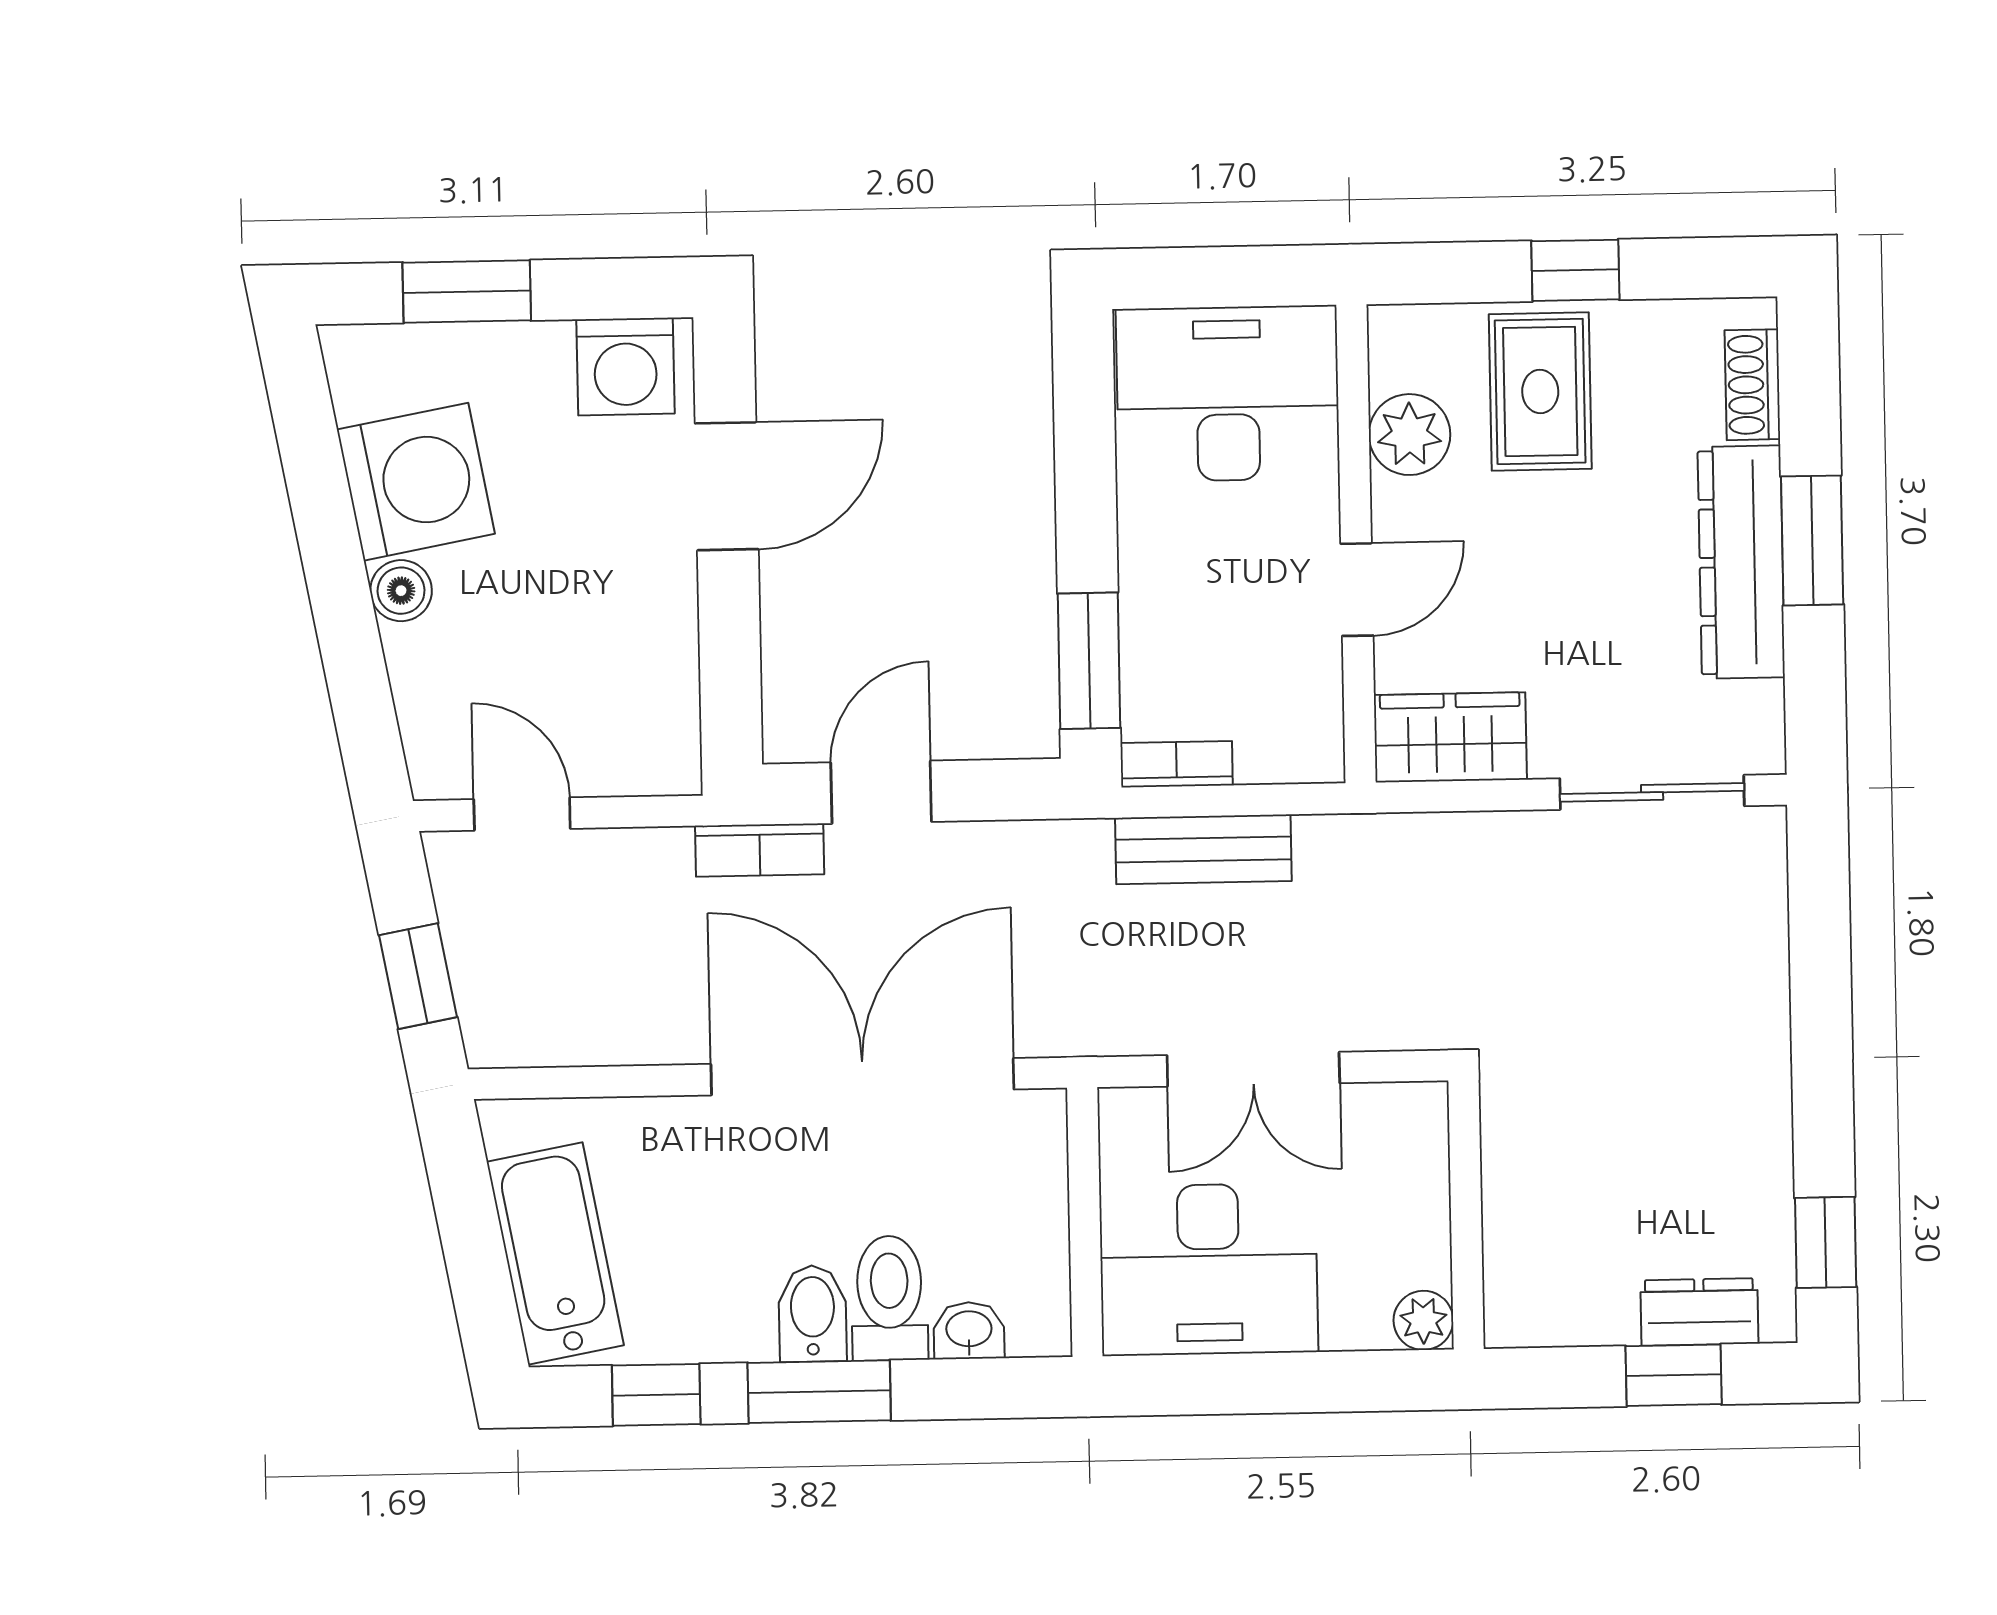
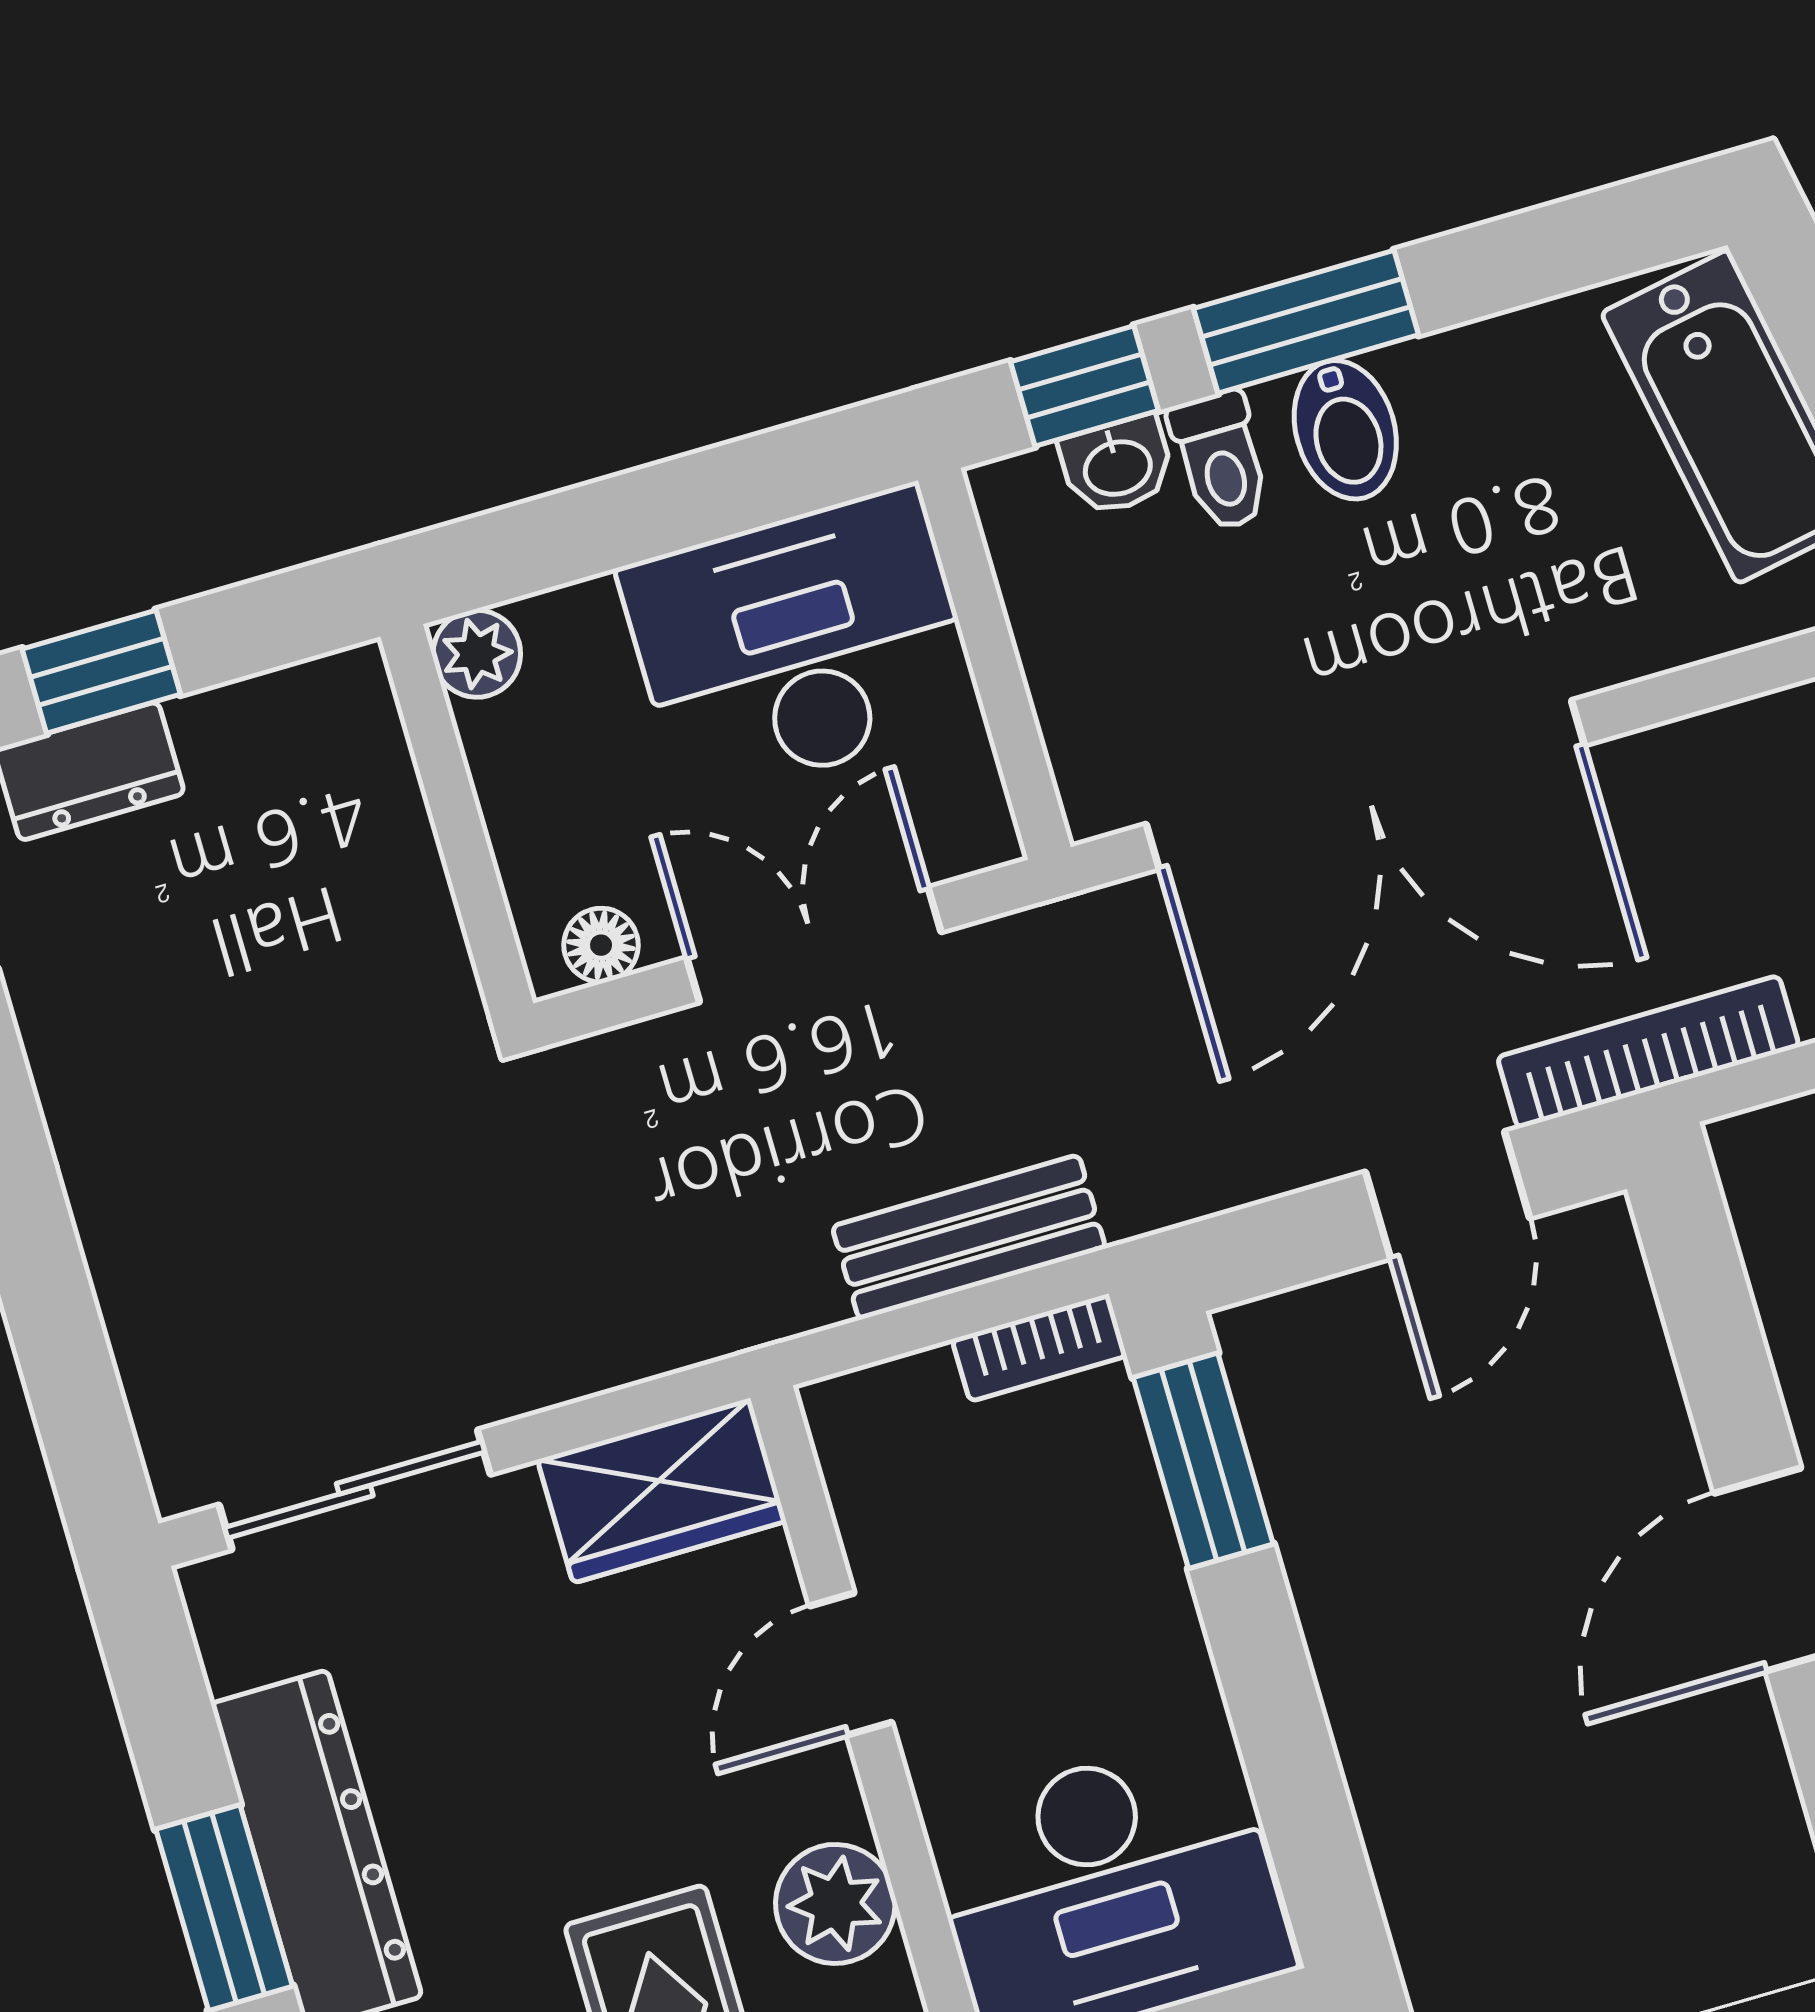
bookcase: (760, 850) -> (1648, 1052), width x1.56
floor lamp: (1393, 1107) -> (601, 945), added
toilet: (889, 1298) -> (1221, 461), width x0.73, depth x0.72
window: (656, 1395) -> (1084, 386), moved

